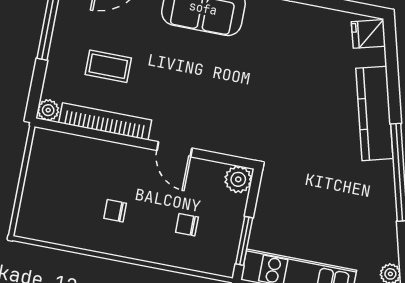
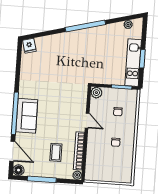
kitchen counter: (374, 113) -> (62, 39), removed
door: (174, 149) -> (87, 121), hinge flipped

